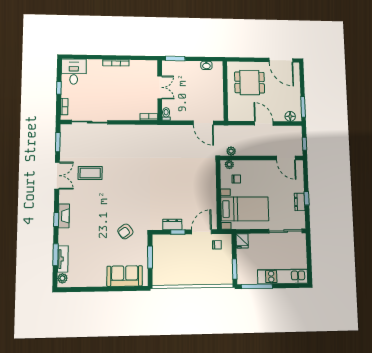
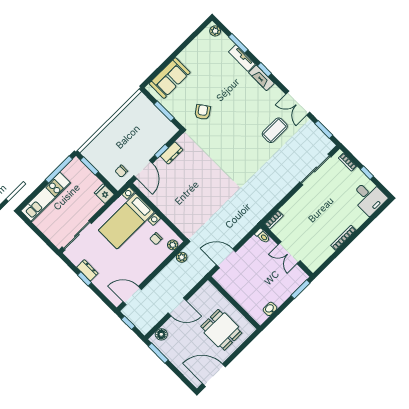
dining table: (250, 82) -> (221, 330), turned 90
tv unit: (63, 259) -> (242, 58), moved

